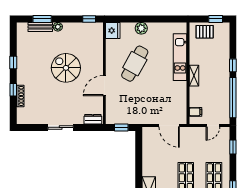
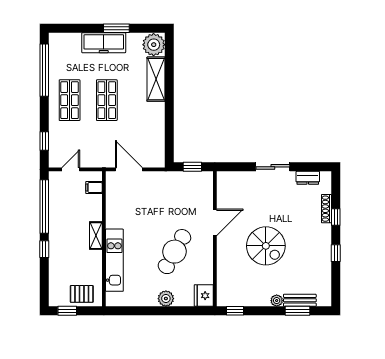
dresser: (93, 119) -> (308, 178), moved

